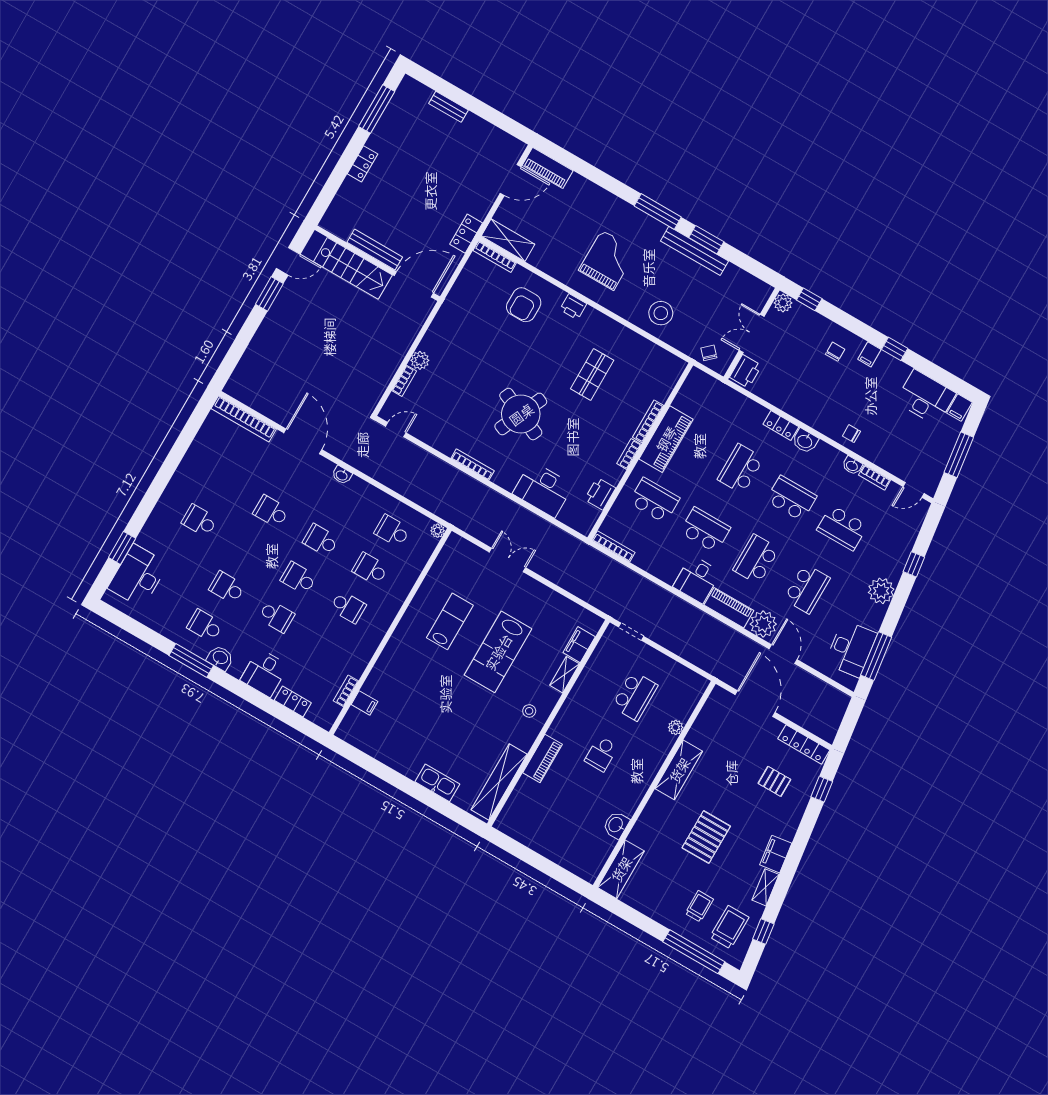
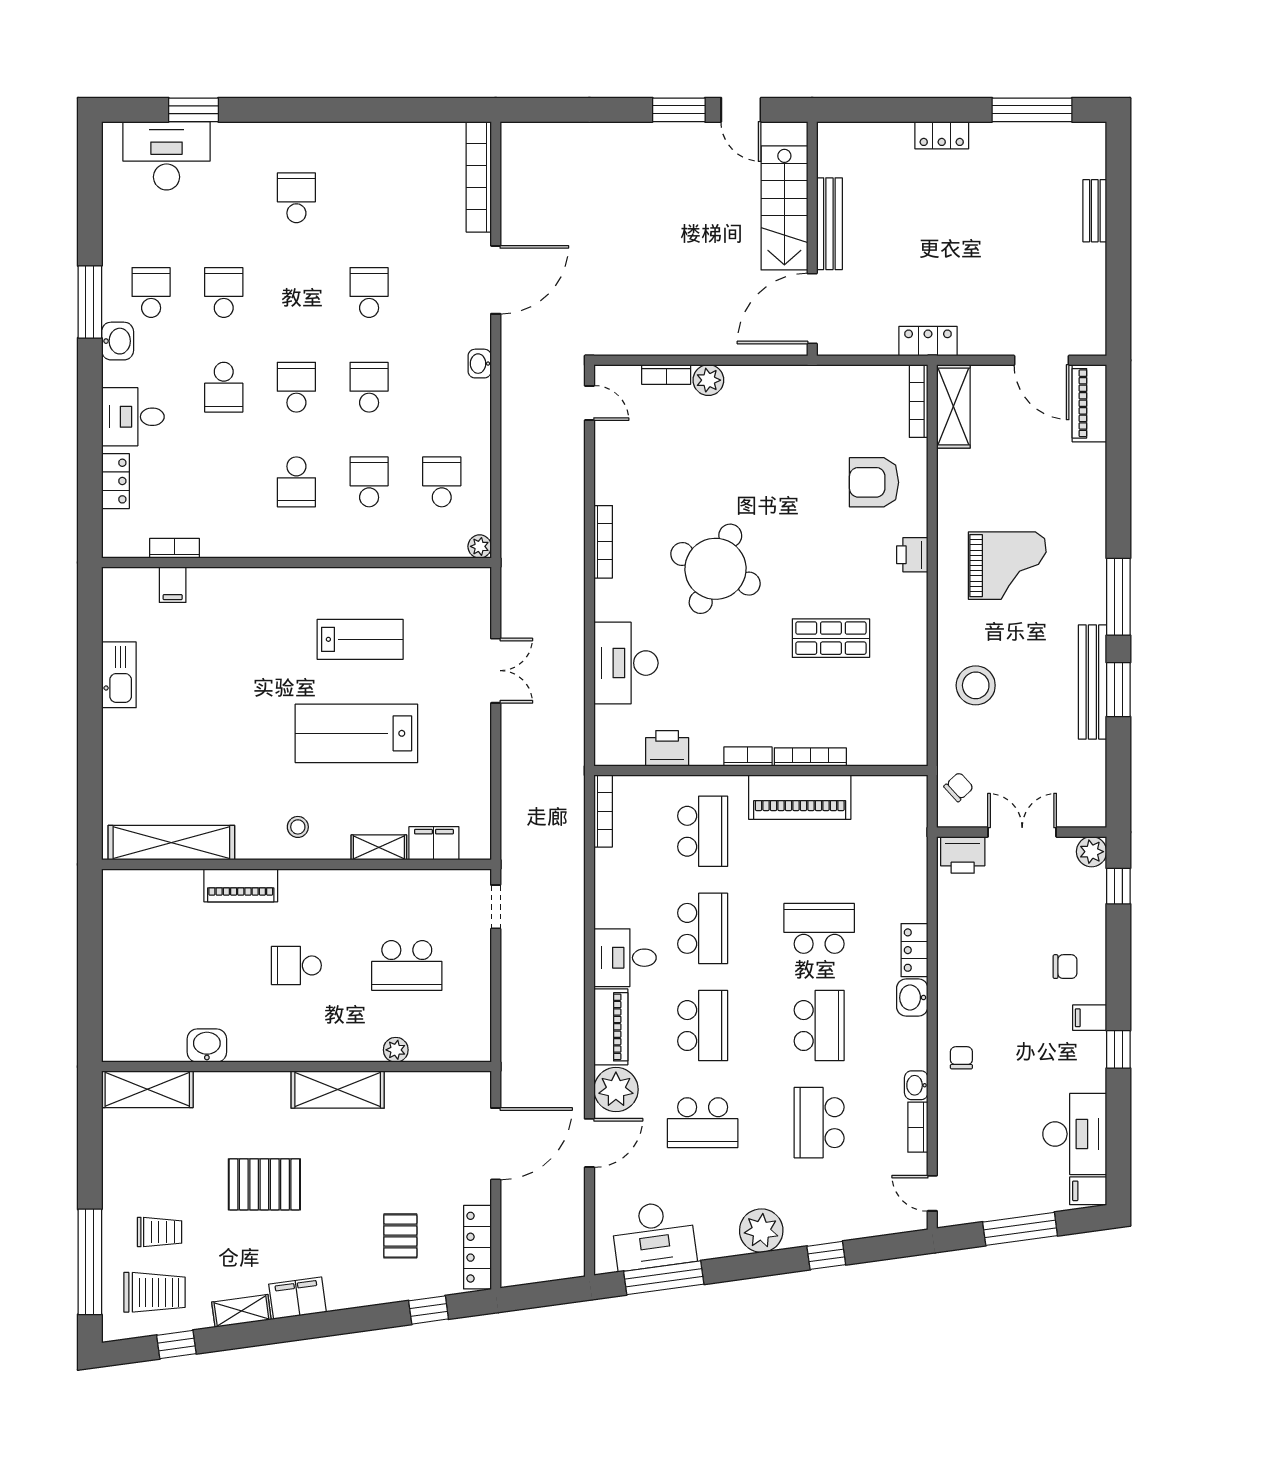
door: (414, 284) -> (812, 309), swing flipped
school desk: (756, 559) -> (703, 1026), turned 90
kitchen sink: (437, 783) -> (119, 675), moved

